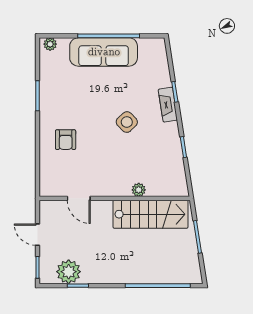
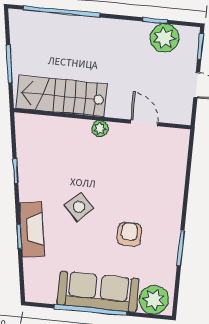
plant: (50, 44) -> (154, 300), width x1.88, depth x1.88
fireplace: (168, 105) -> (32, 230), width x1.37, depth x1.32
armchair: (66, 140) -> (129, 234), moved
plant: (139, 190) -> (100, 129), moved

